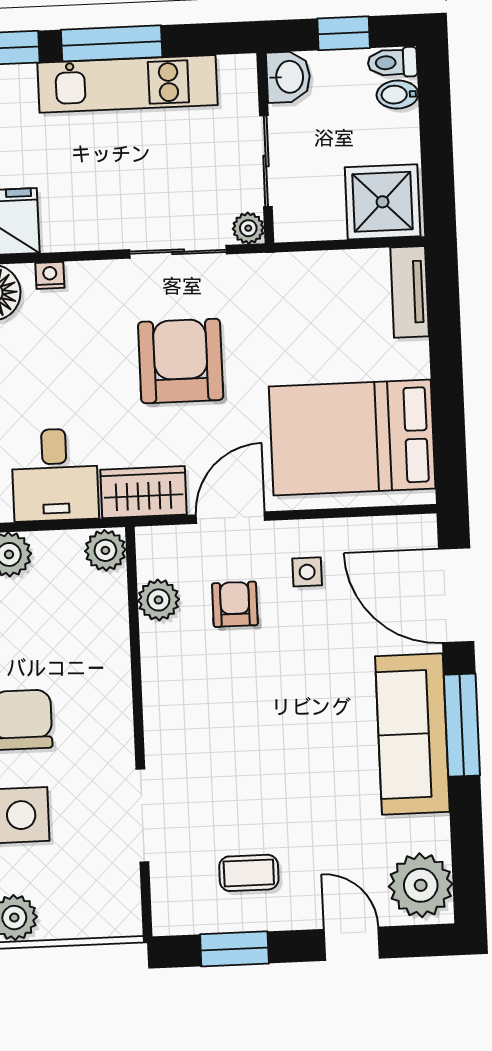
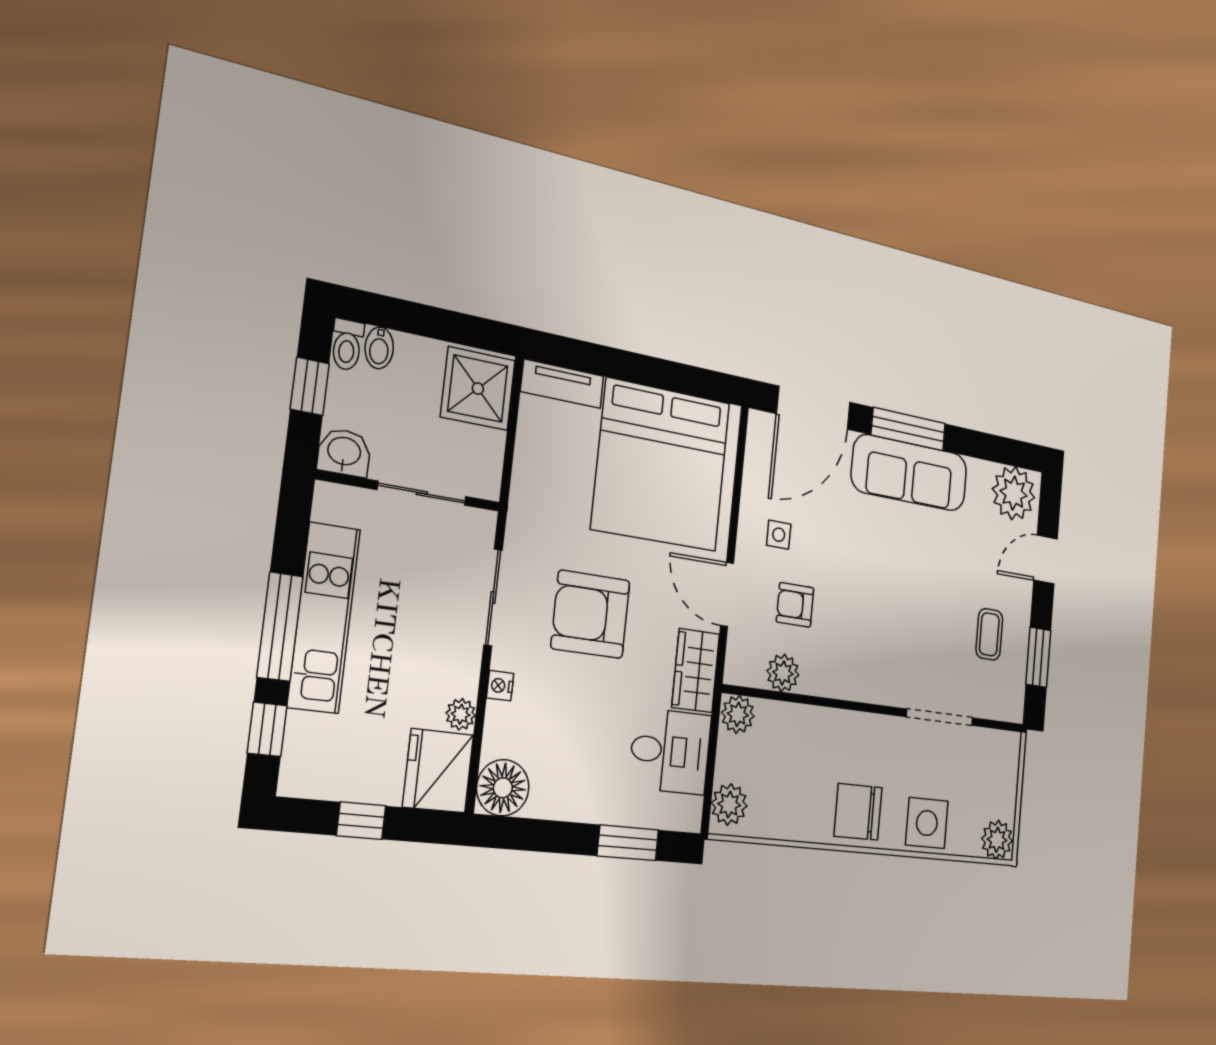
plant: (248, 228) -> (461, 714), moved
nightstand: (50, 275) -> (500, 686), moved
bed: (352, 438) -> (661, 465), width x1.36

